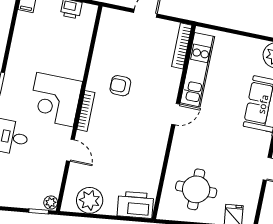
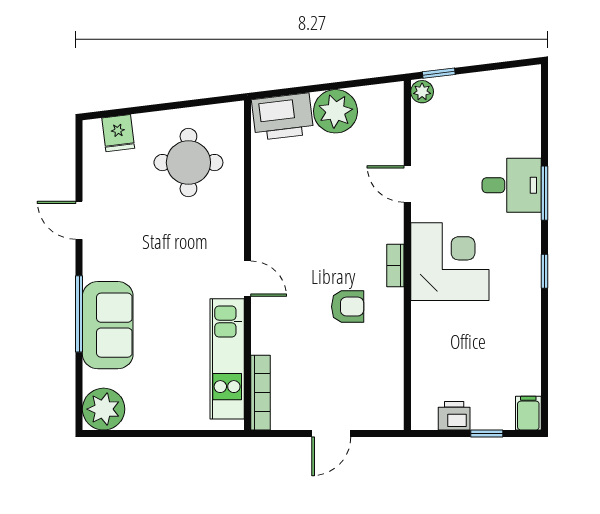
bookcase: (86, 111) -> (395, 265), width x0.64
door: (176, 114) -> (247, 279), swing flipped
plant: (90, 200) -> (335, 111), moved

